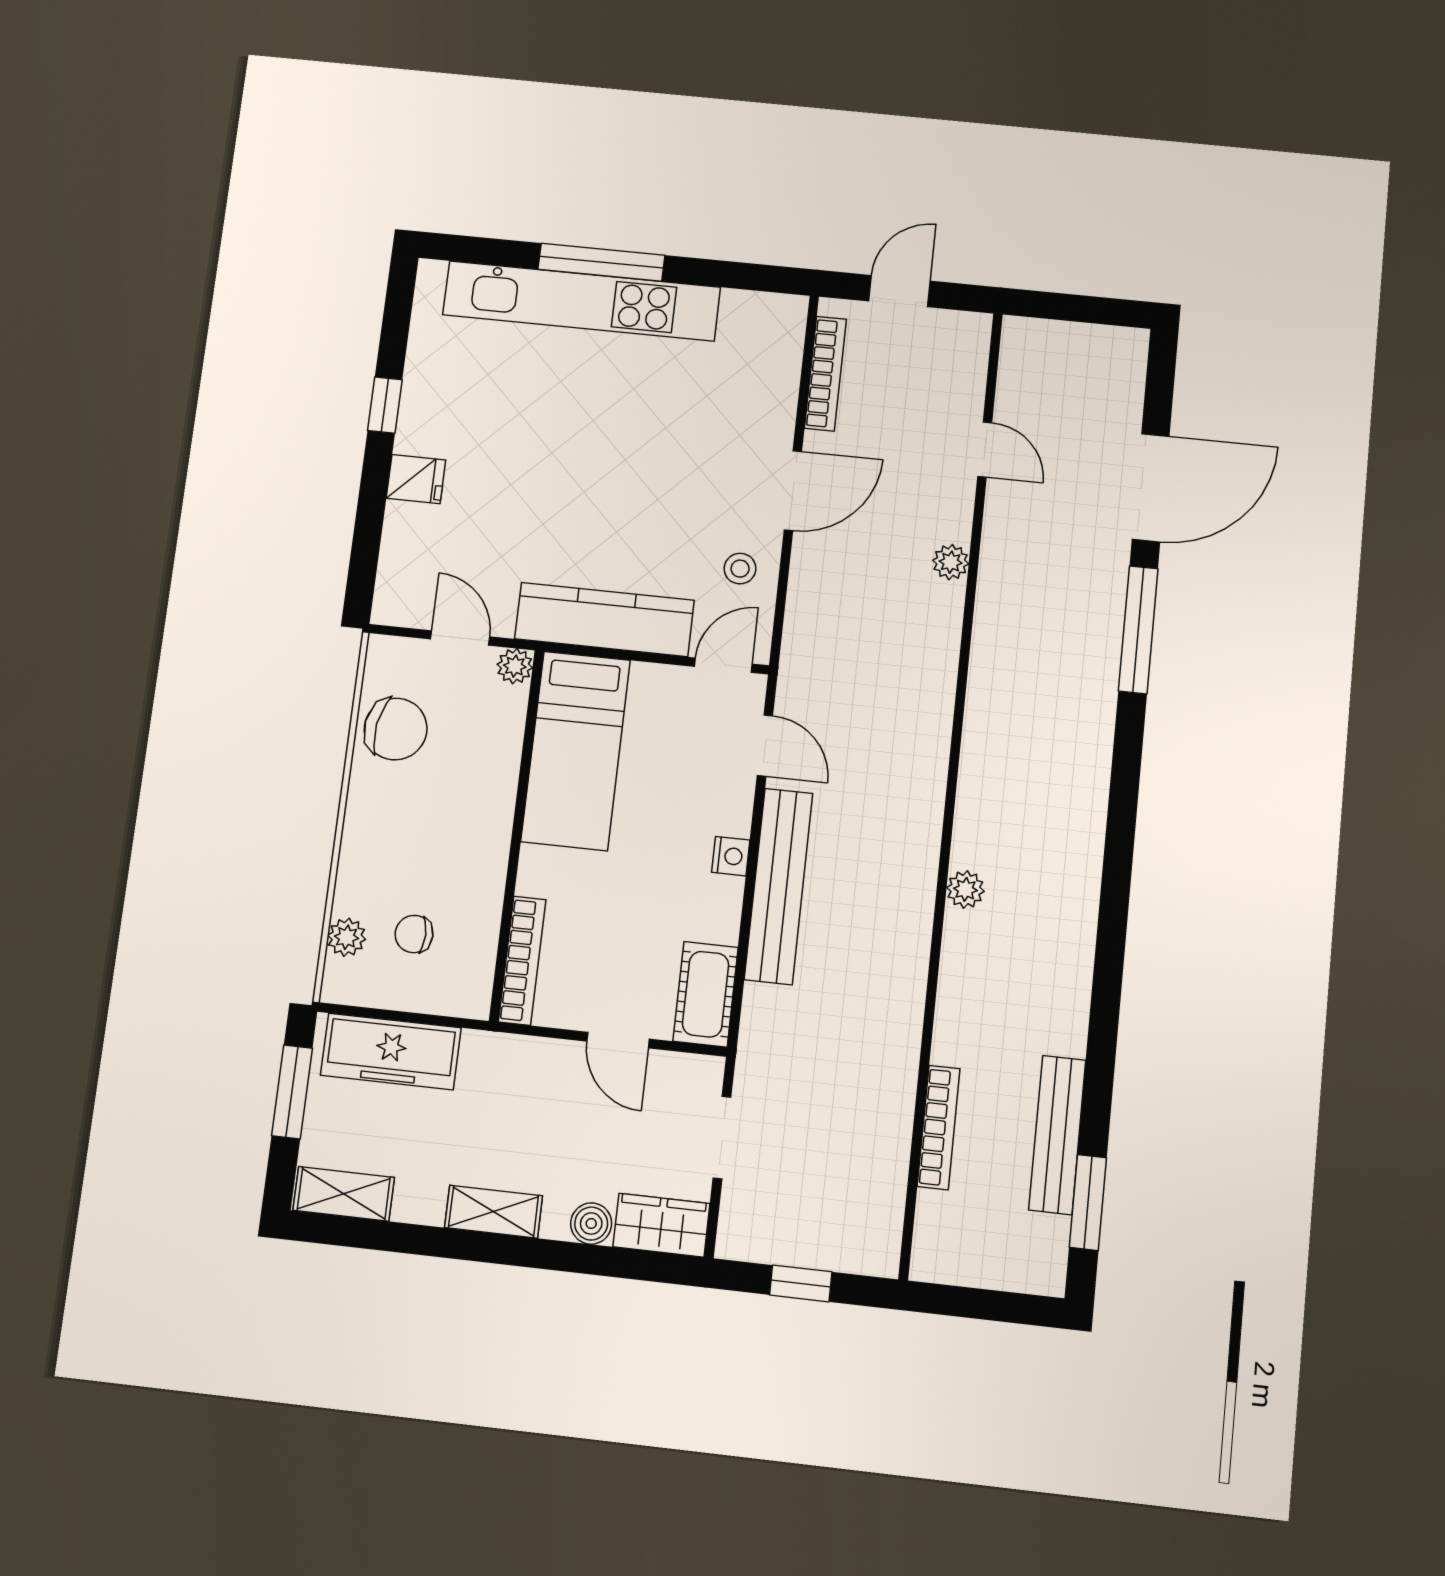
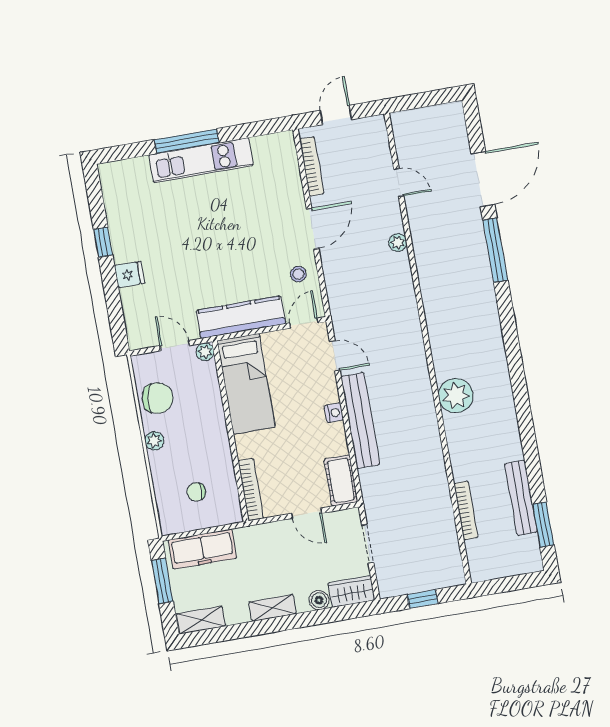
kitchen unit: (581, 301) -> (201, 160), width x0.73
plant: (965, 889) -> (456, 396), width x1.88, depth x1.88
plant: (347, 937) -> (154, 441), moved

